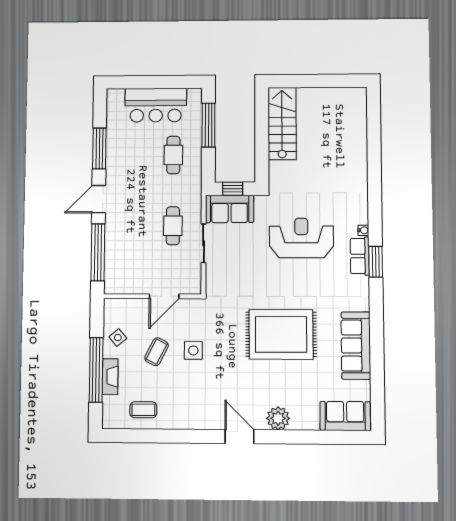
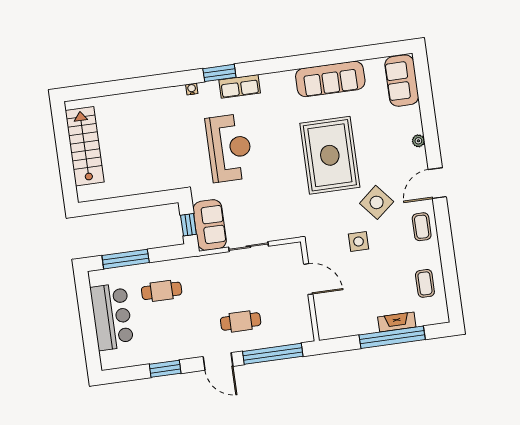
stairs: (282, 124) -> (85, 146), moved, turned 90
window: (99, 148) -> (165, 369), width x0.69
cafe table: (173, 226) -> (241, 321), moved
water cooler: (363, 230) -> (192, 89), moved
reception desk: (301, 238) -> (229, 148), turned 180
window: (376, 262) -> (219, 73), moved
side table: (118, 338) -> (377, 202), moved, width x1.87, depth x1.87
coffee table: (157, 352) -> (422, 227), moved, turned 63
plant: (278, 418) -> (418, 141), width x0.53, depth x0.53

